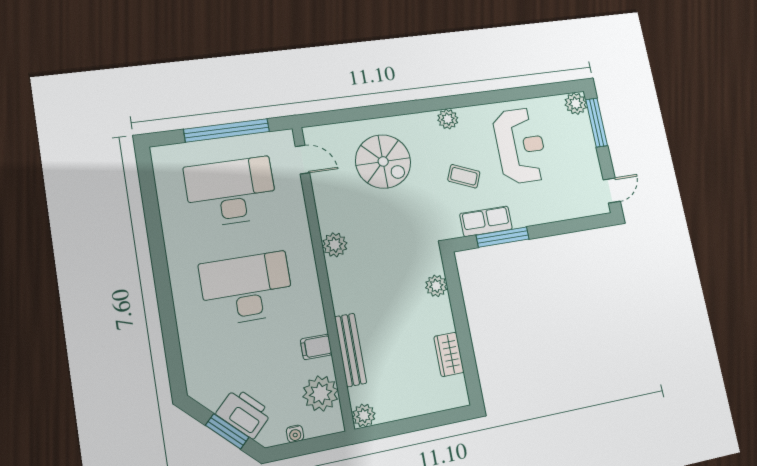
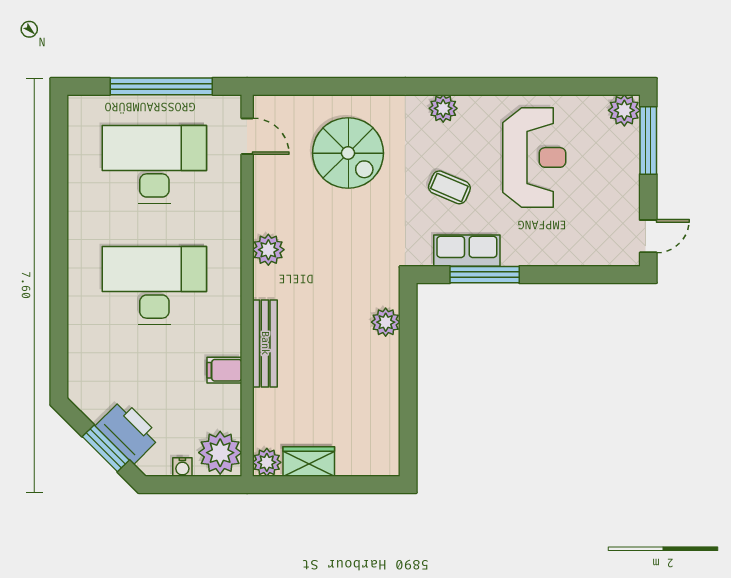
bench: (351, 350) -> (265, 343), moved
wardrobe: (449, 354) -> (309, 462), moved, turned 90
plant: (321, 393) -> (220, 453), moved

